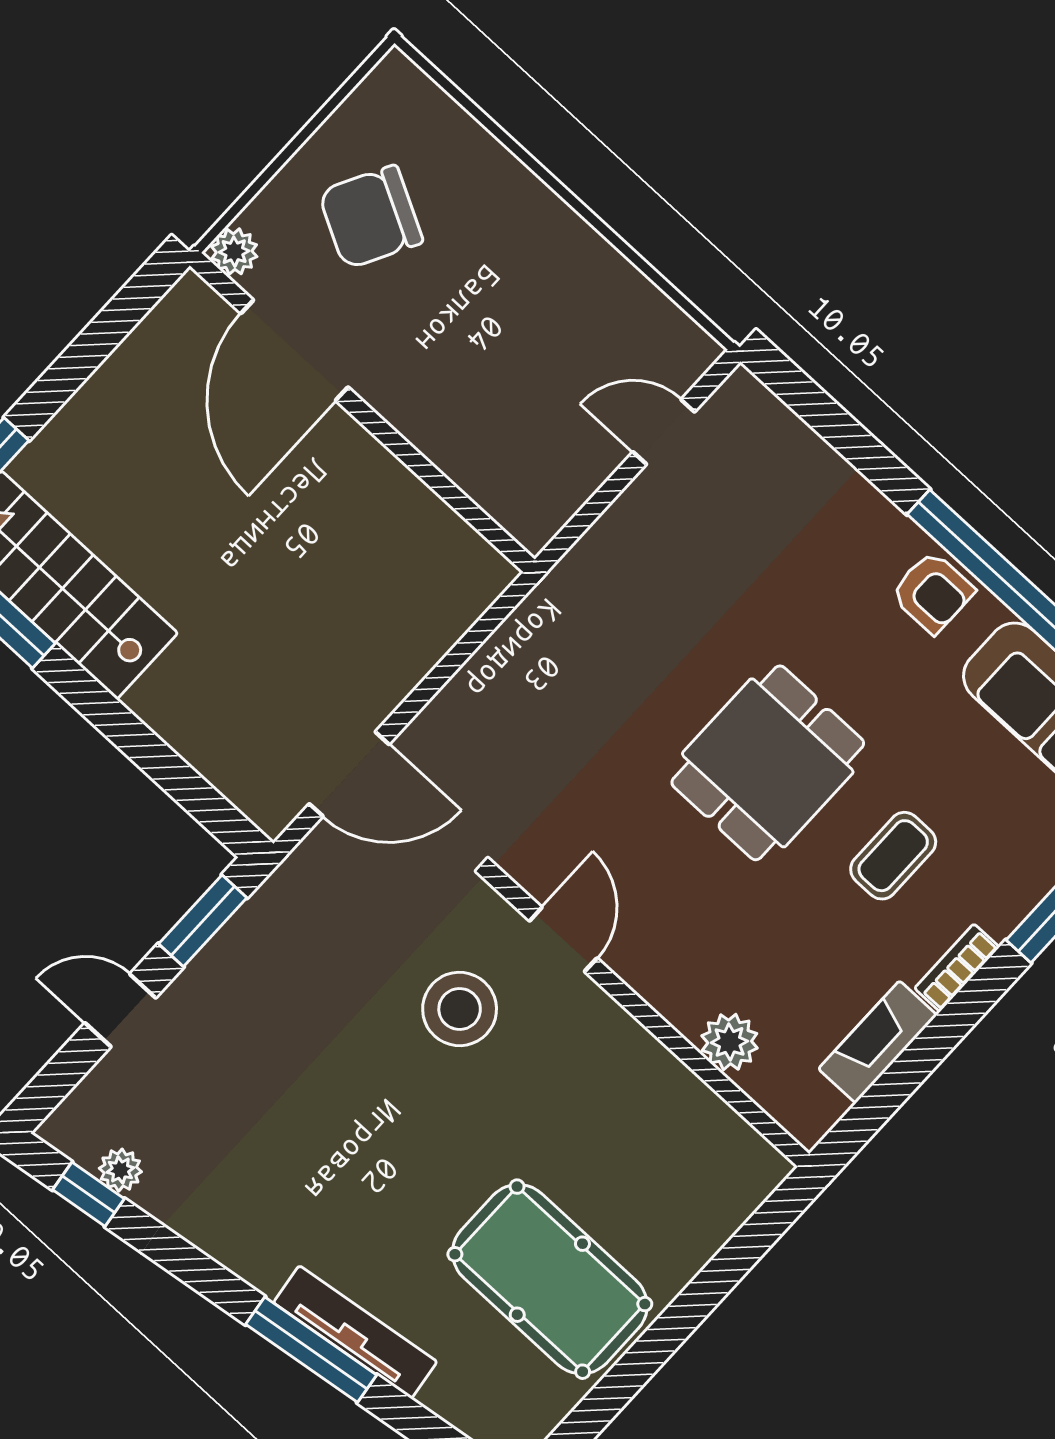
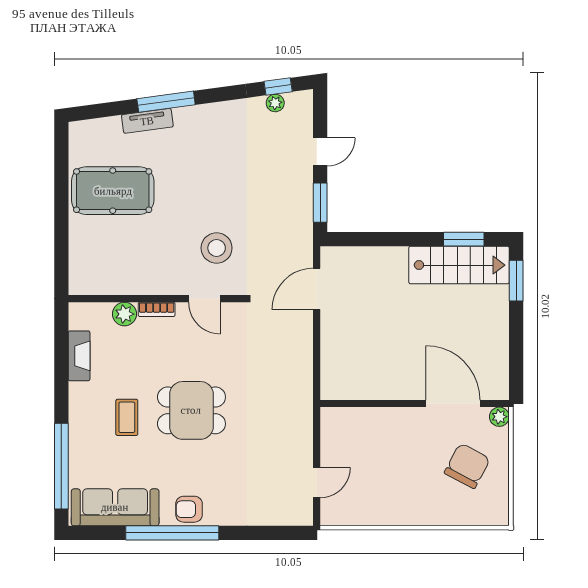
dining table: (768, 763) -> (191, 410), turned 90
bookcase: (957, 968) -> (157, 309), moved, turned 90
tv unit: (355, 1332) -> (147, 121), width x0.71

